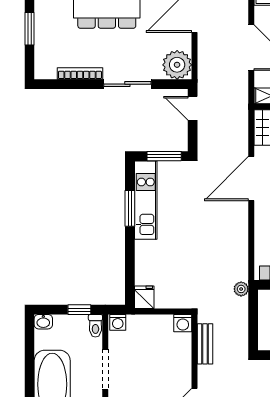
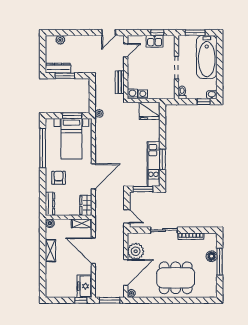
window: (30, 29) -> (220, 262), width x1.44
floor lamp: (44, 38) -> (212, 256), added
plant: (177, 65) -> (136, 251), moved
fridge: (144, 297) -> (149, 111), width x1.88, depth x1.34
window: (79, 310) -> (204, 102), moved
washing machine: (118, 322) -> (143, 94), moved

